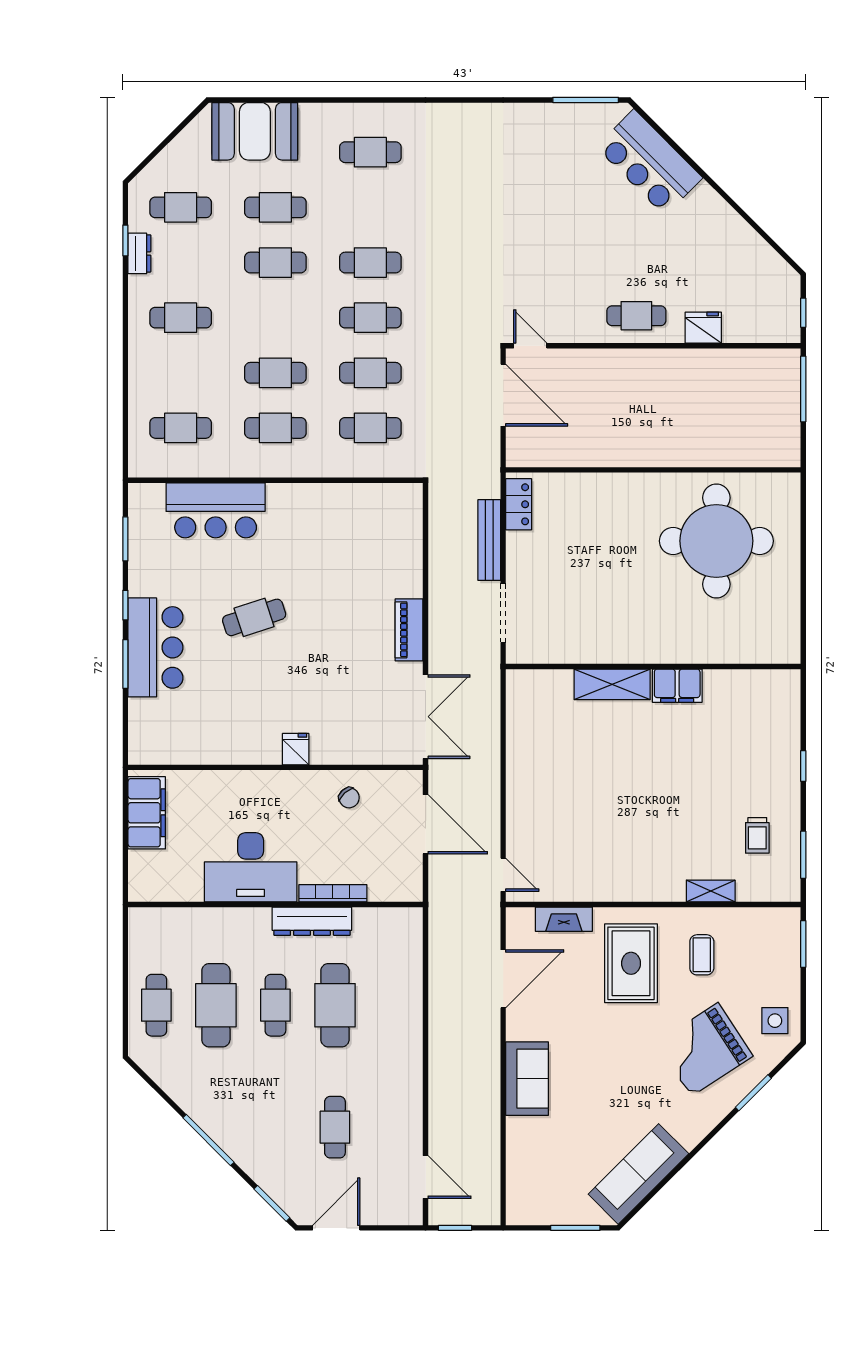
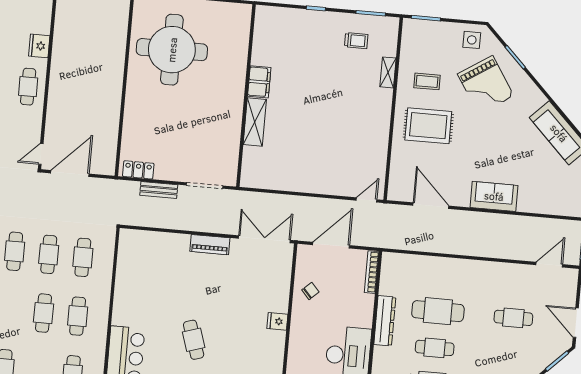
bench: (489, 540) -> (159, 190), width x0.73
bookcase: (333, 893) -> (372, 272), moved
fireplace: (564, 919) -> (397, 165), removed

